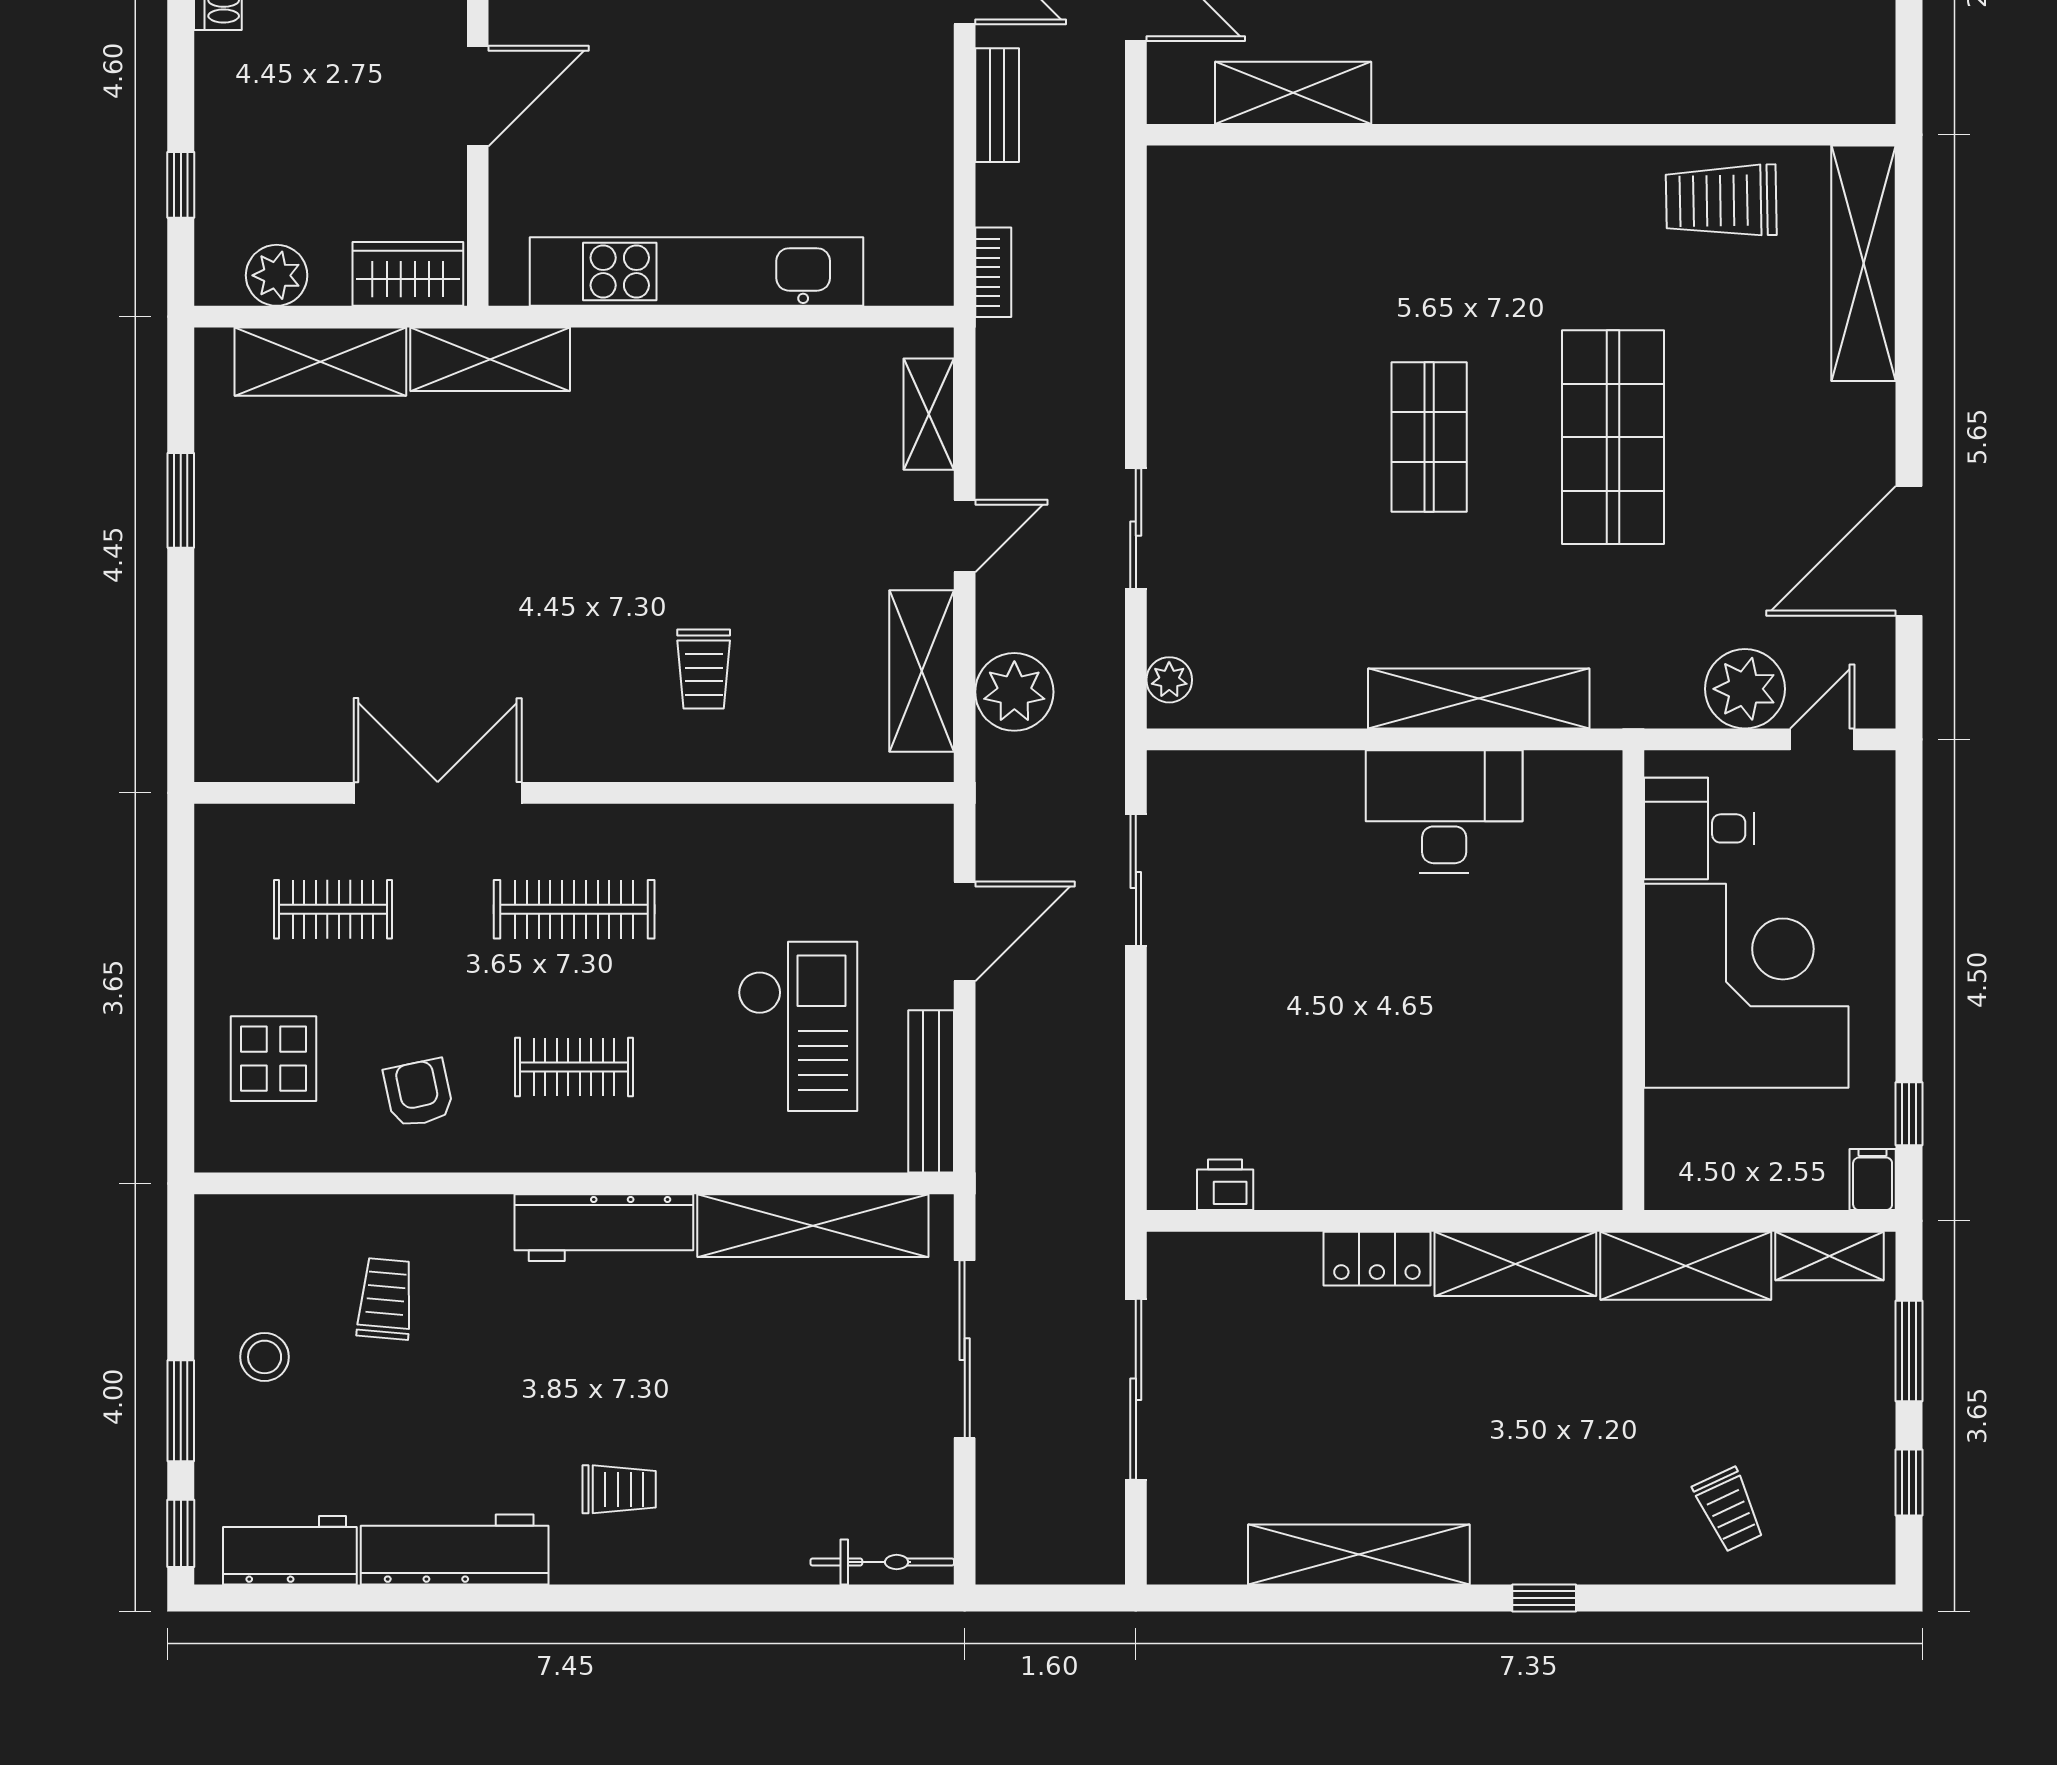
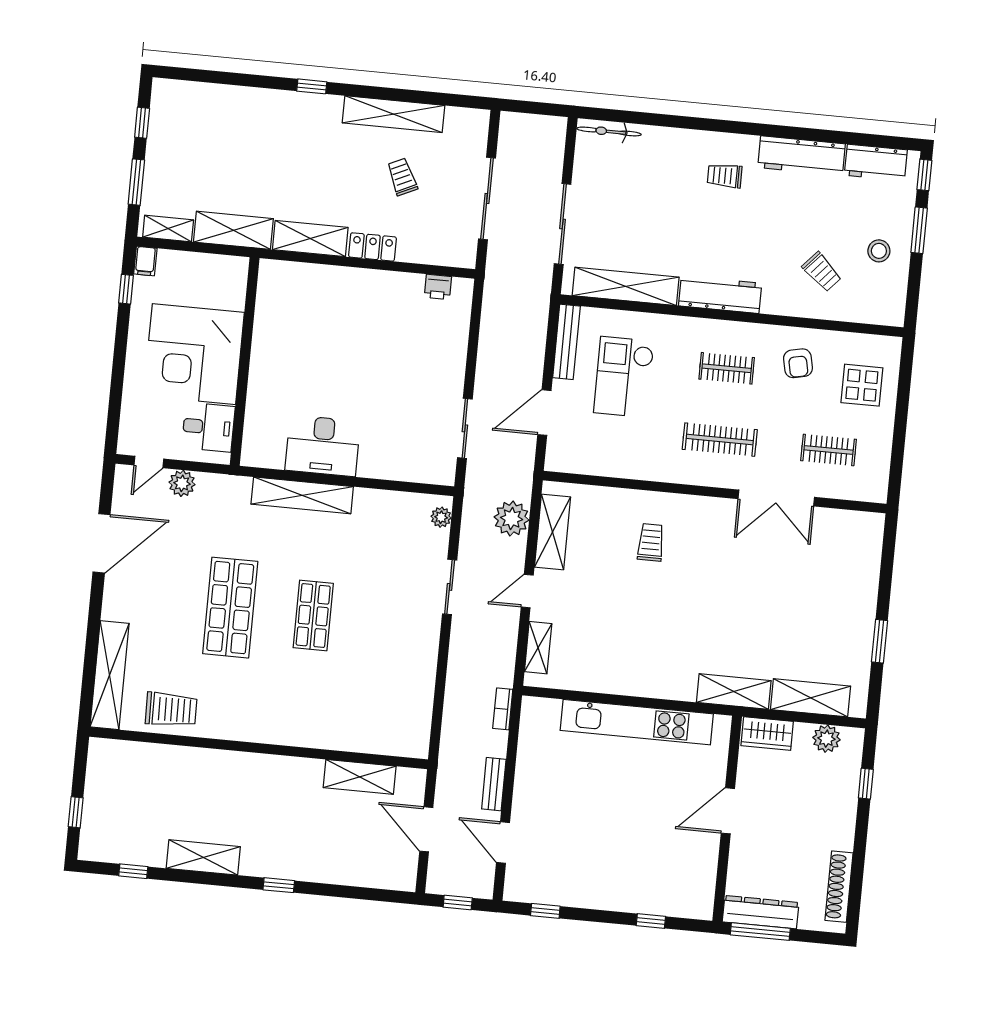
plant: (1745, 689) -> (182, 483), width x0.73, depth x0.73
trolley: (386, 1299) -> (822, 272), turned -53
trolley: (1729, 1510) -> (402, 177), moved

